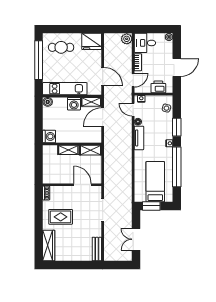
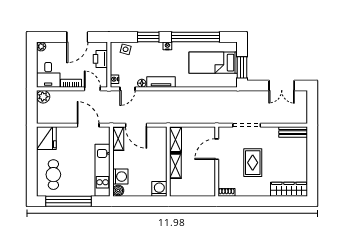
door: (177, 67) -> (77, 37), swing flipped
door: (103, 77) -> (88, 125), hinge flipped
washing machine: (74, 104) -> (120, 177), moved
rug: (61, 217) -> (253, 163), moved

